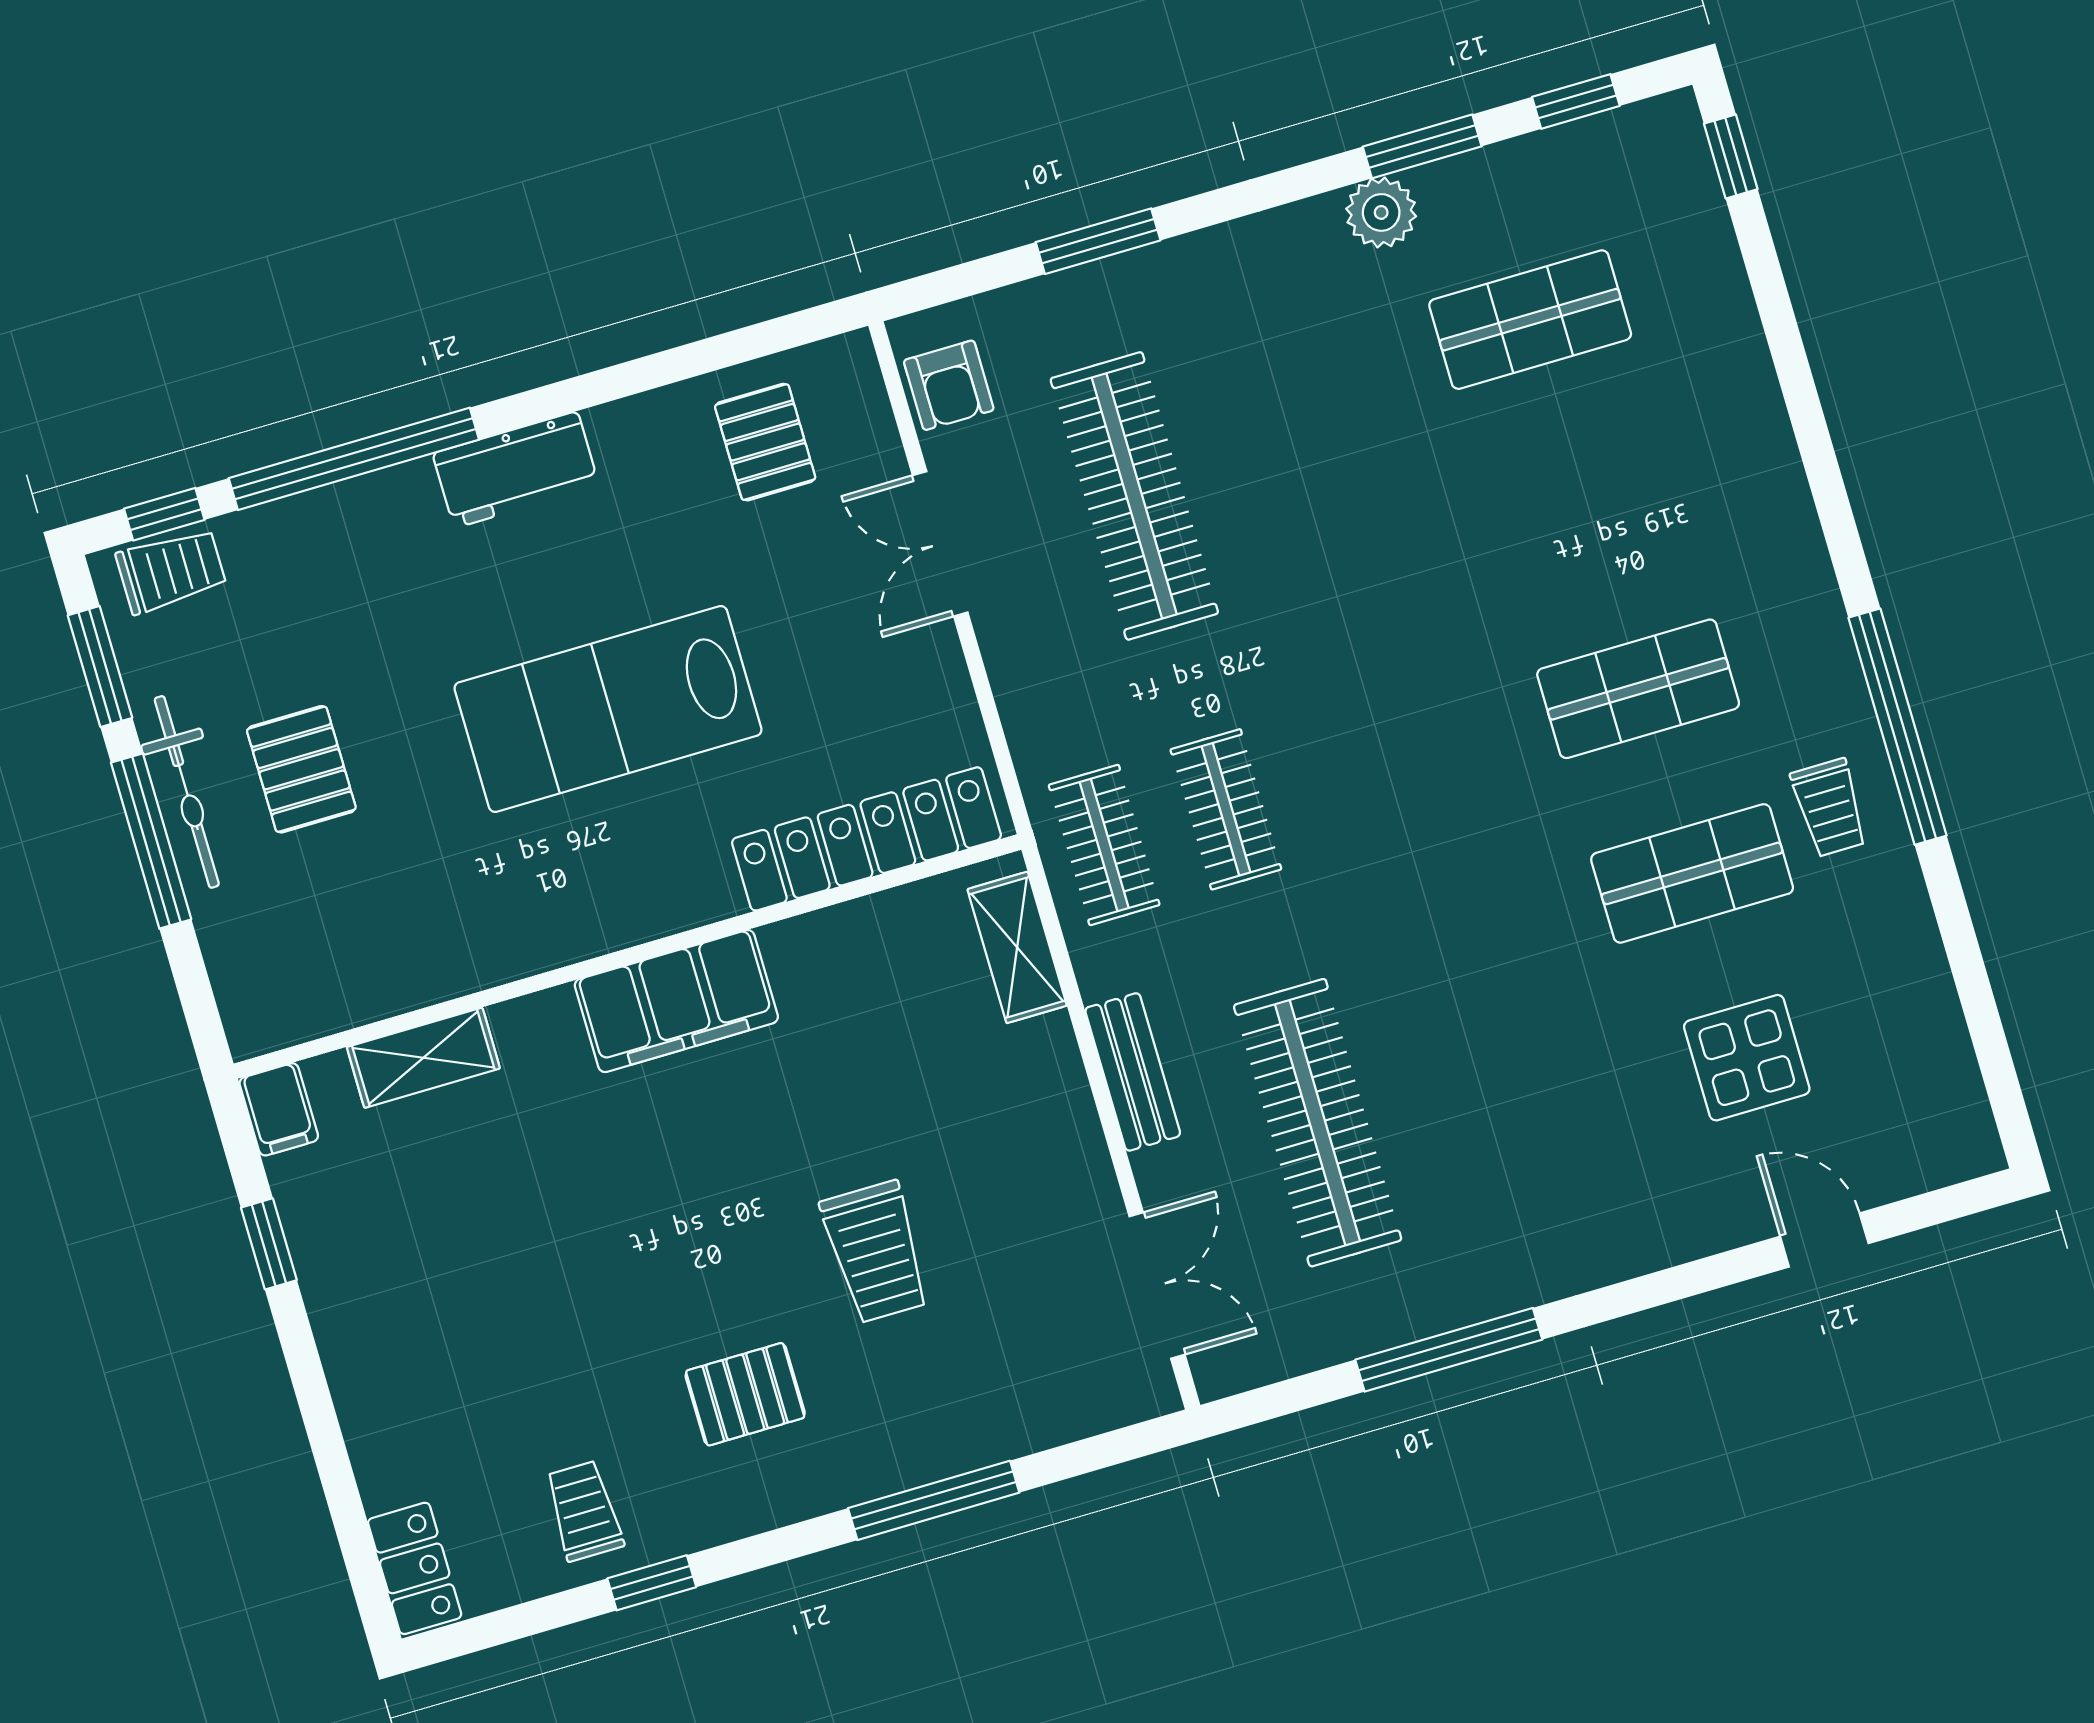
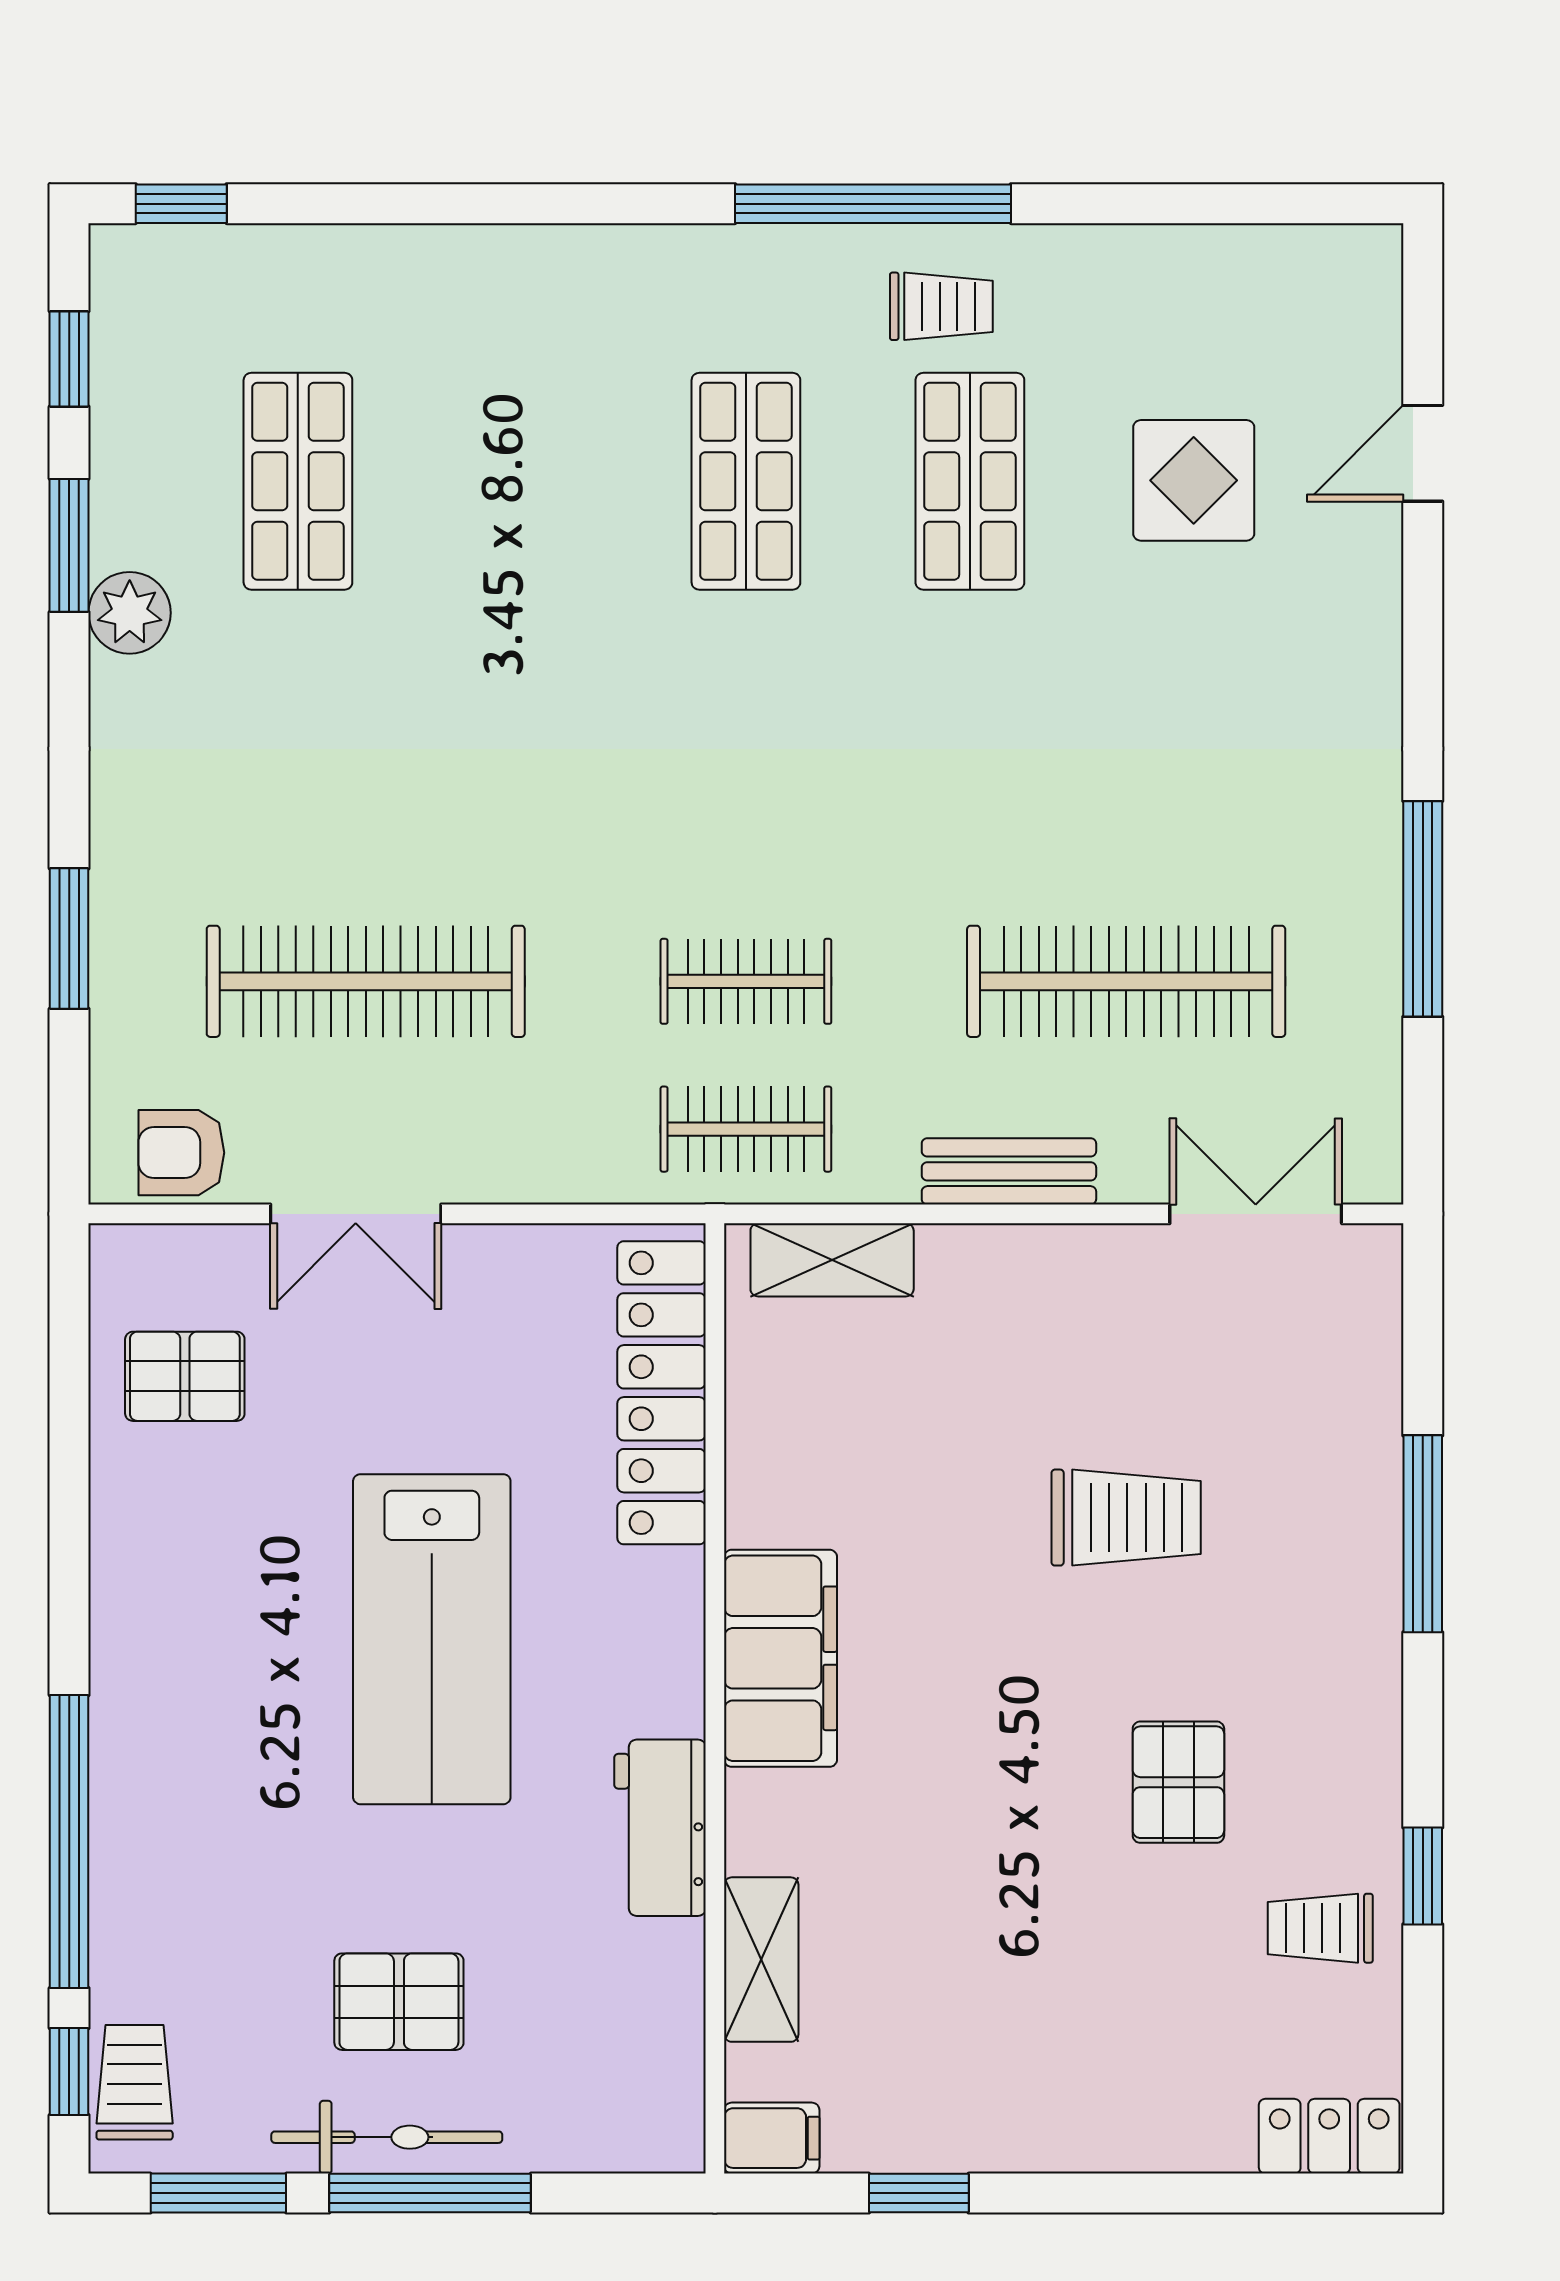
armchair: (949, 385) -> (181, 1153), turned 180
workbench: (516, 470) -> (660, 1828), moved, turned 180
pallet: (745, 1394) -> (1178, 1782), moved

